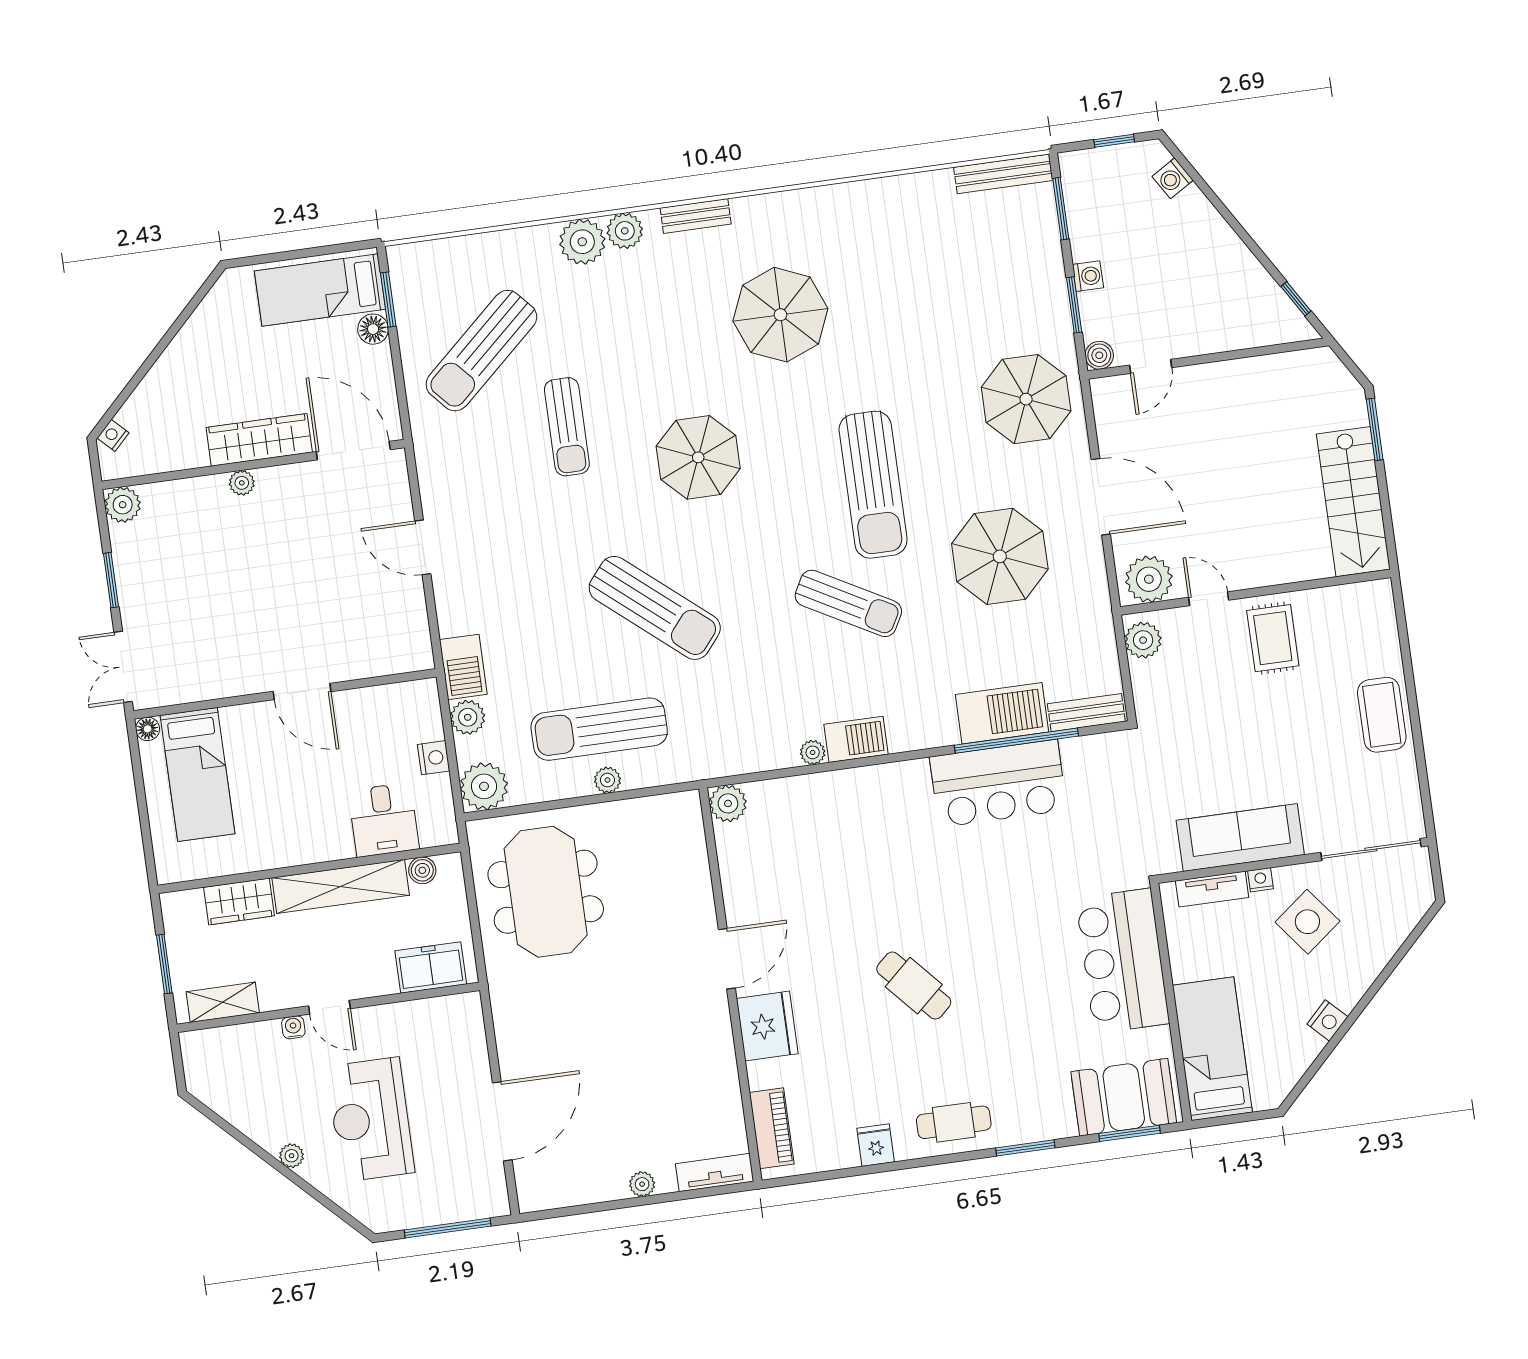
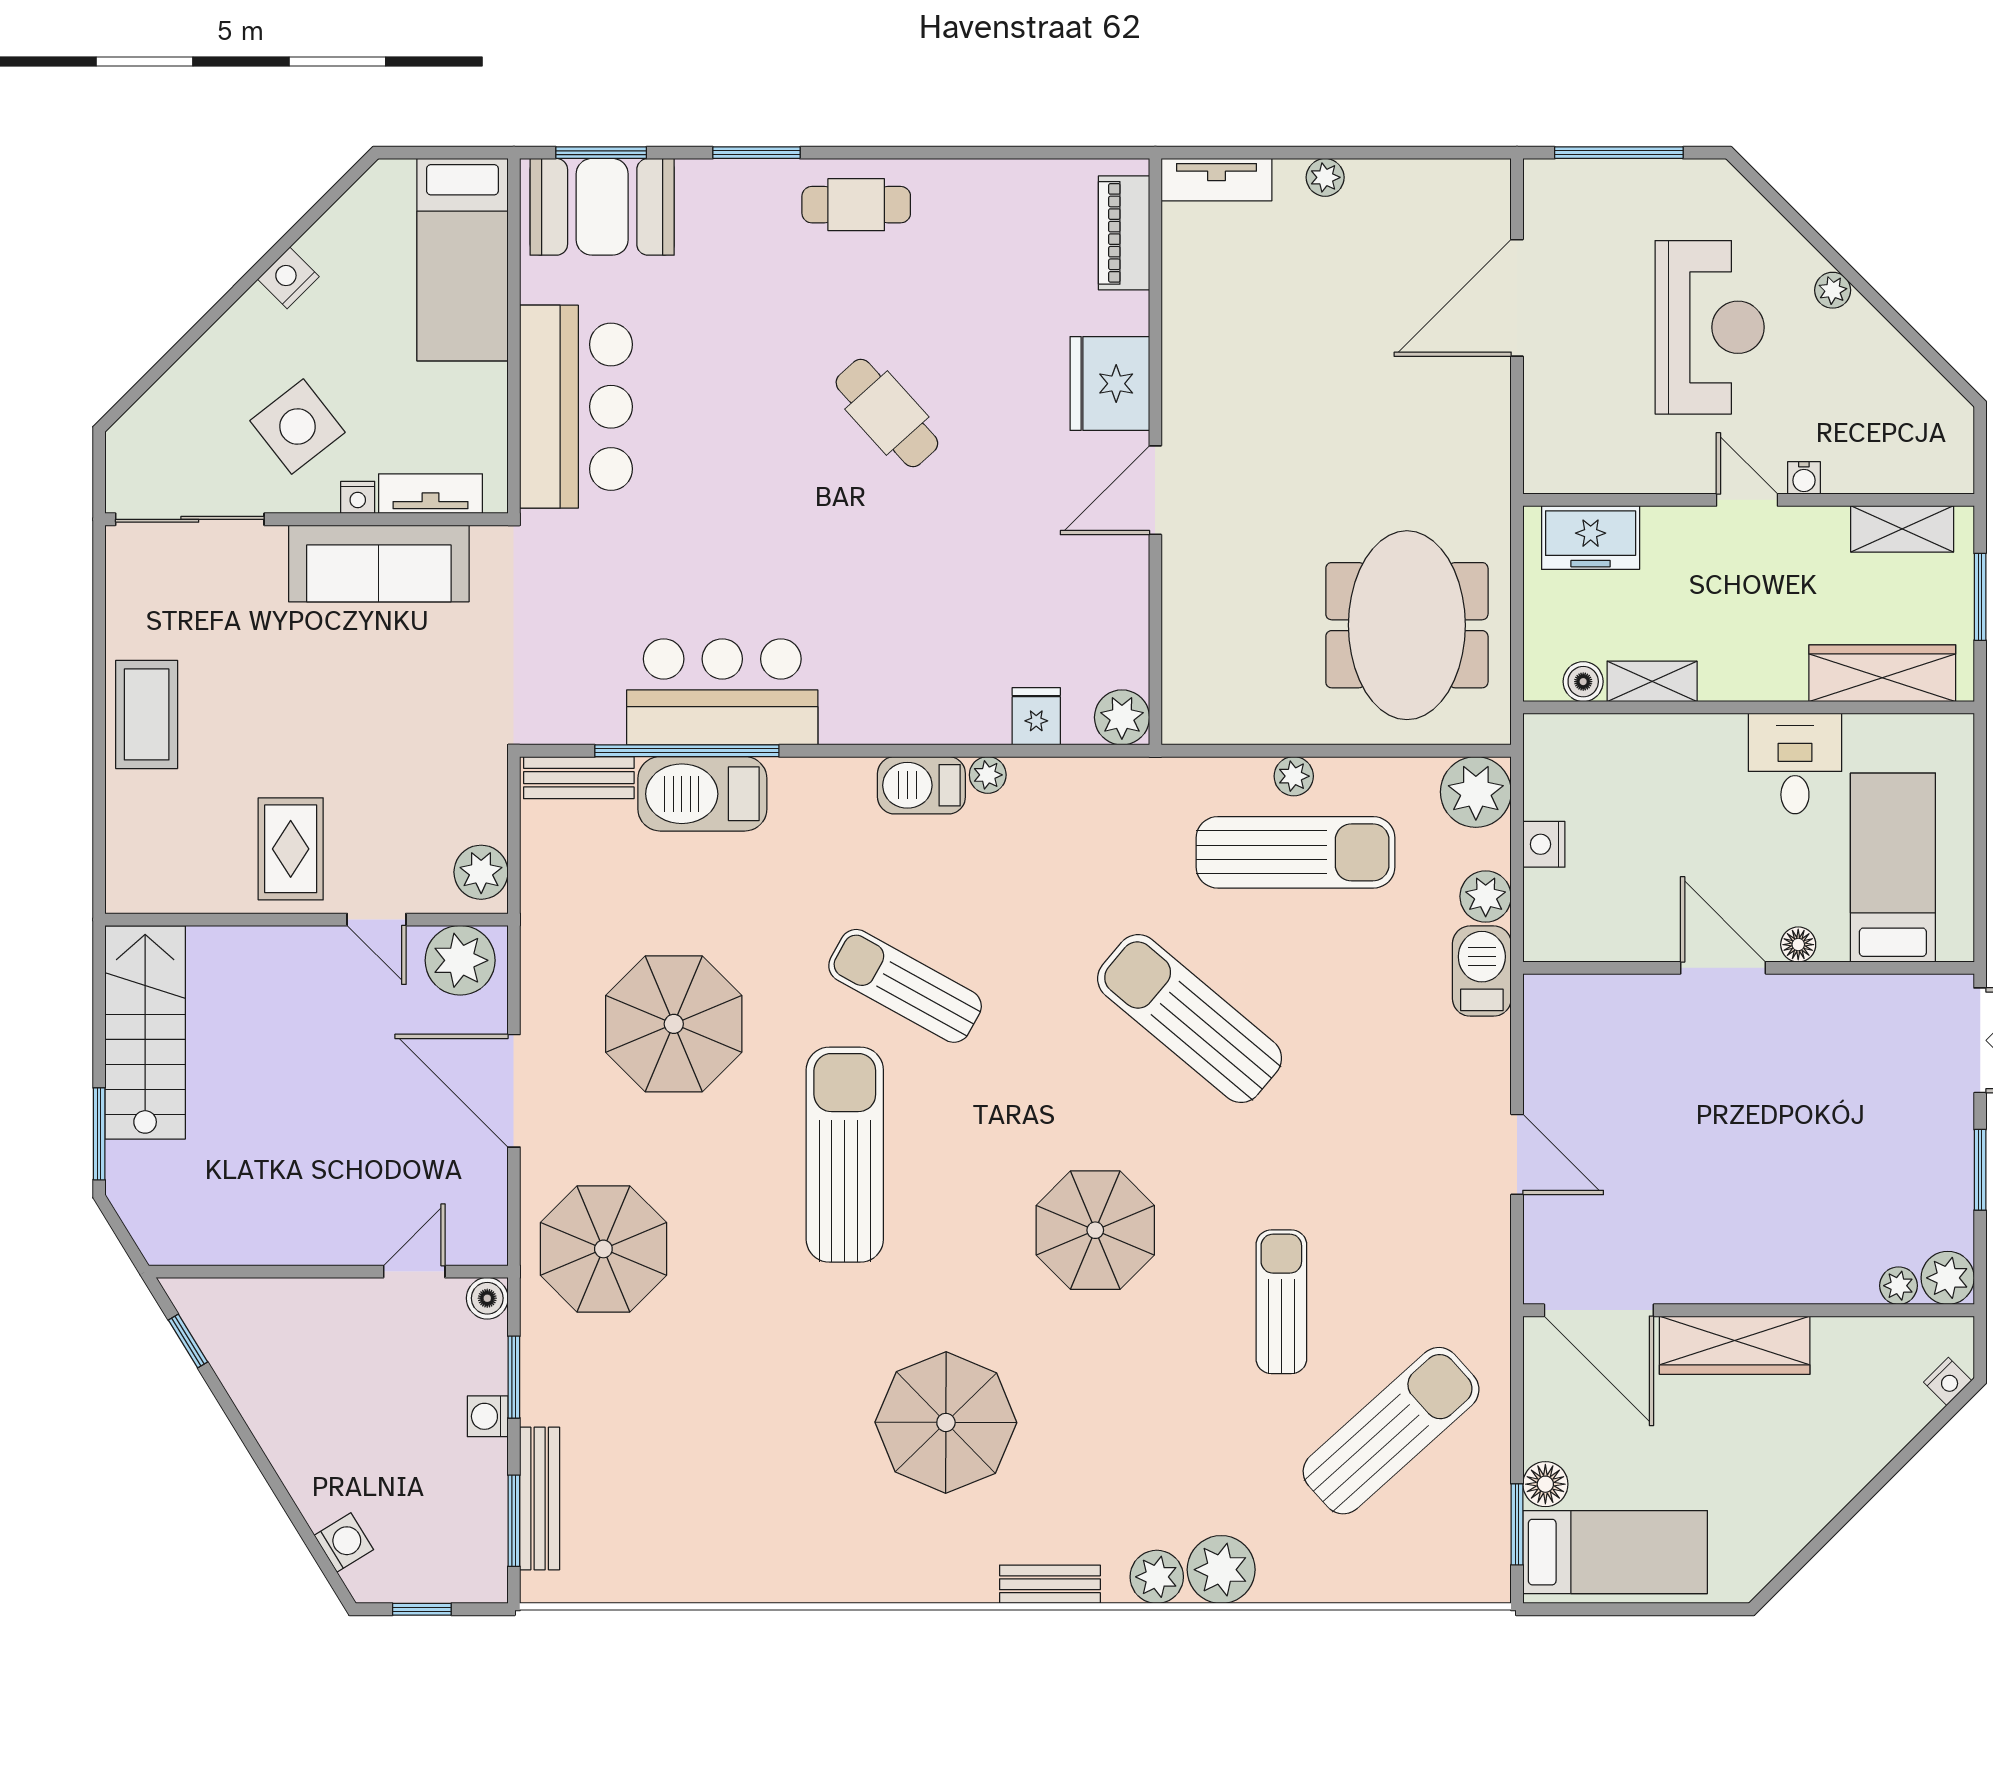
bench: (1003, 174) -> (540, 1499), moved, turned 90
plant: (242, 483) -> (1898, 1286), moved
floor lamp: (148, 729) -> (1798, 945), moved
desk: (384, 820) -> (1795, 763), moved
shelving: (341, 886) -> (1652, 681), width x0.45, depth x0.75
wardrobe: (239, 901) -> (1882, 673), width x1.50
fridge: (876, 1145) -> (1036, 716), moved, turned 180

